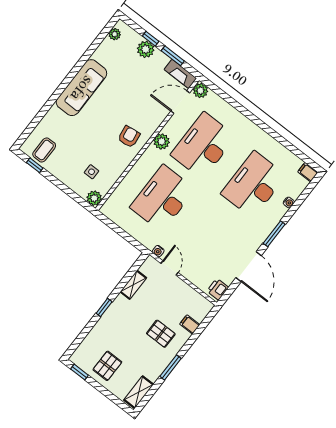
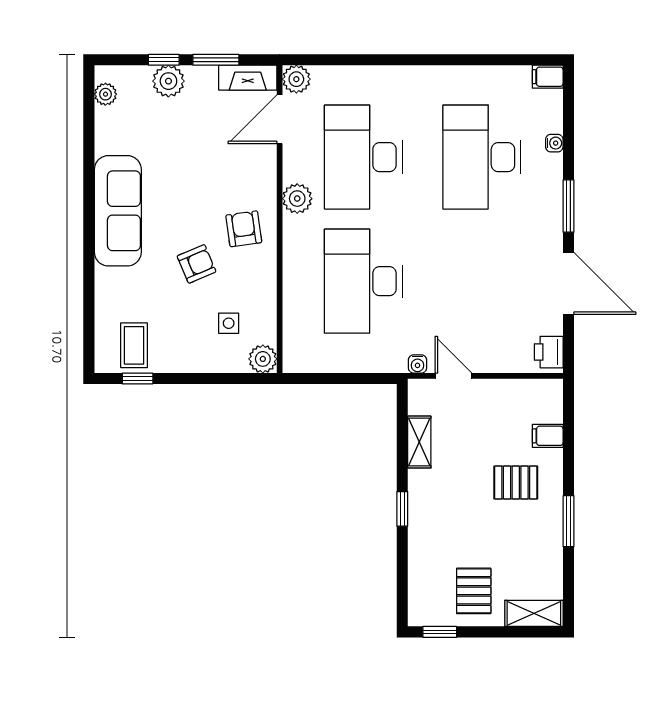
armchair: (97, 136) -> (197, 264), added
shelving: (139, 392) -> (534, 613), moved, turned 90

